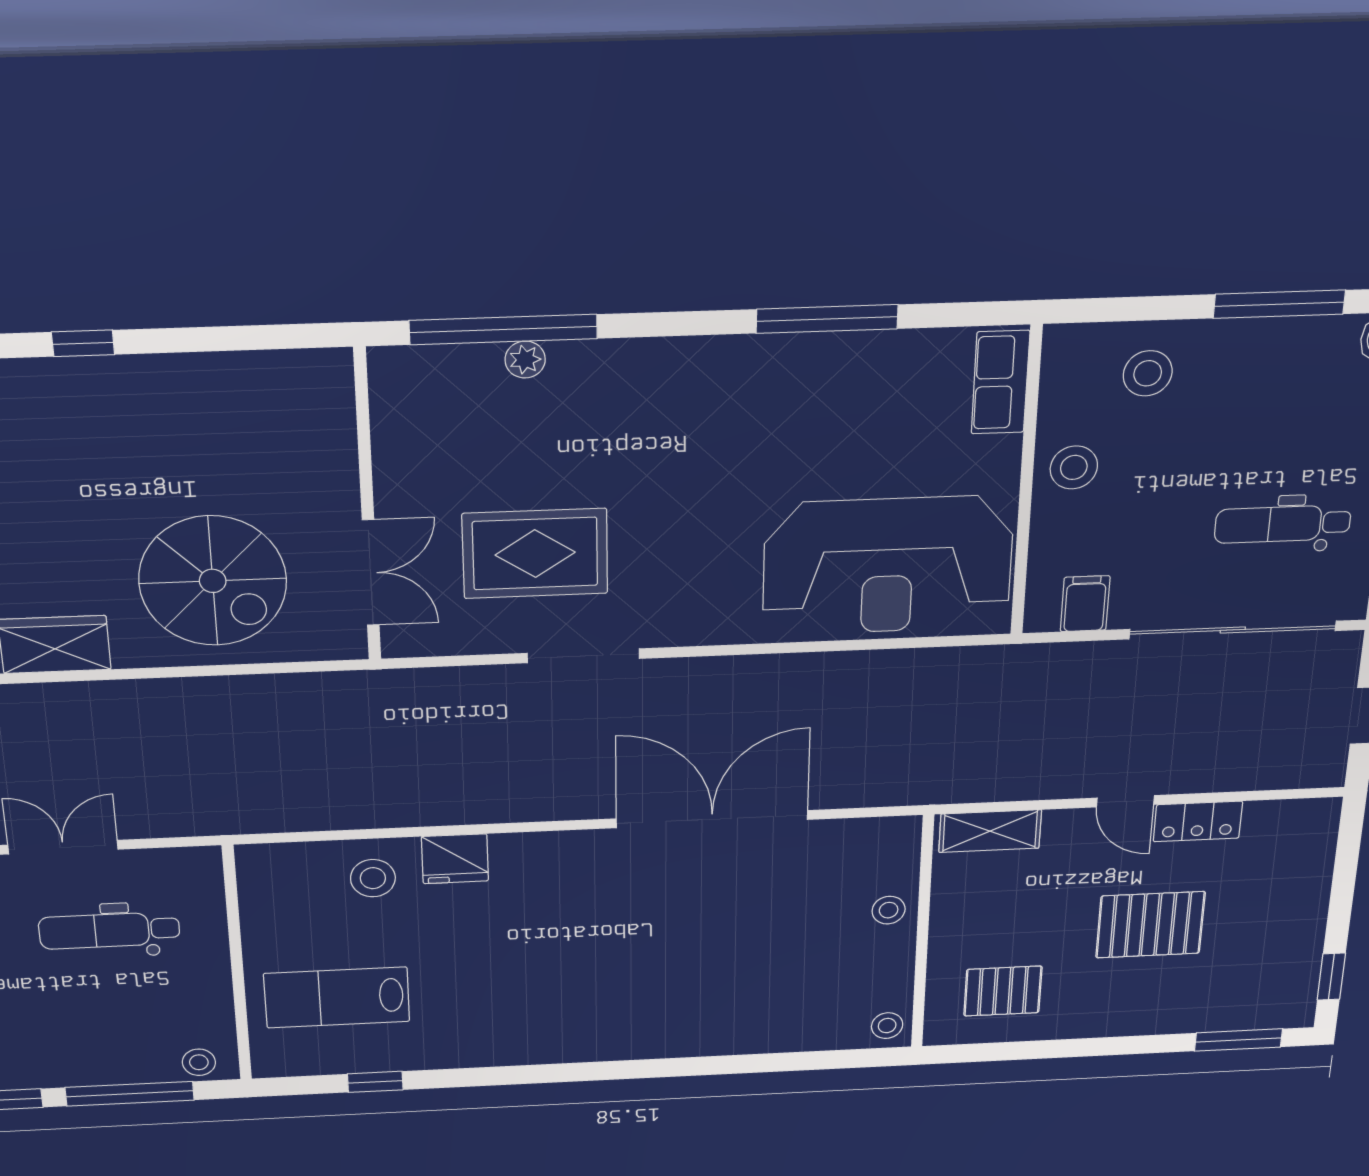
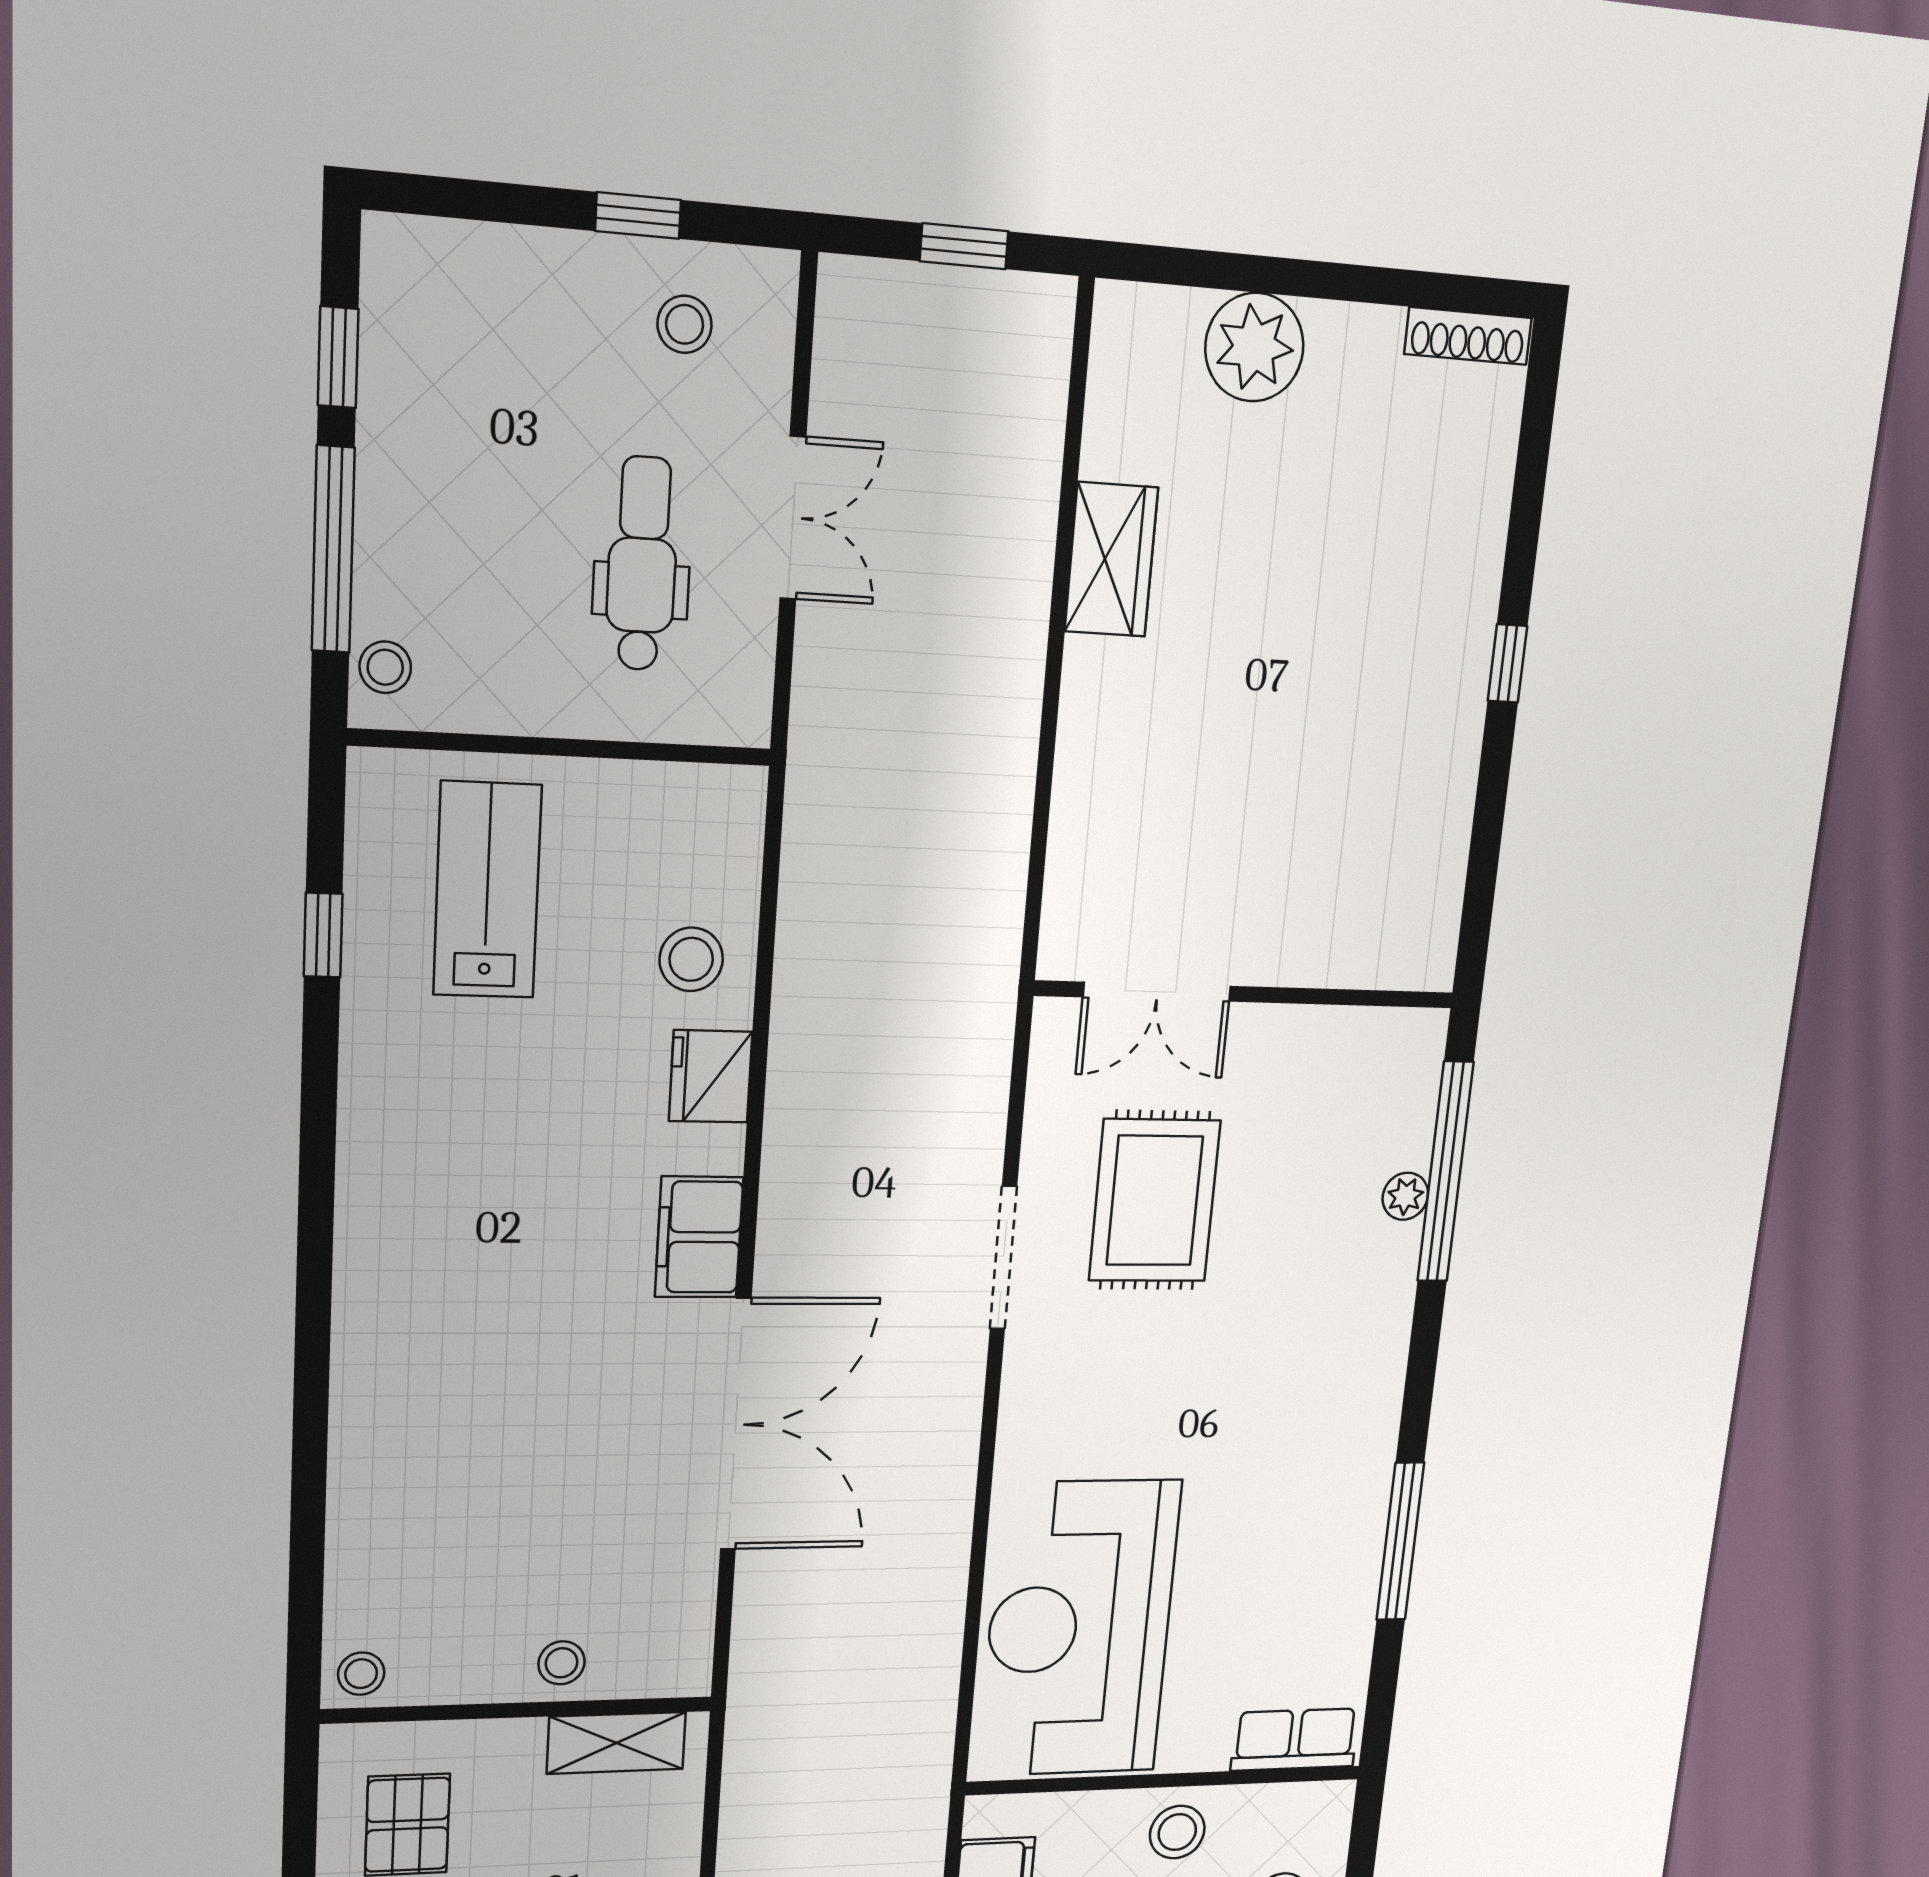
spiral stairs: (213, 581) -> (1174, 786), removed
shelving: (990, 831) -> (616, 1743), moved, turned 90
filing cabinet: (572, 855) -> (699, 1237), added

